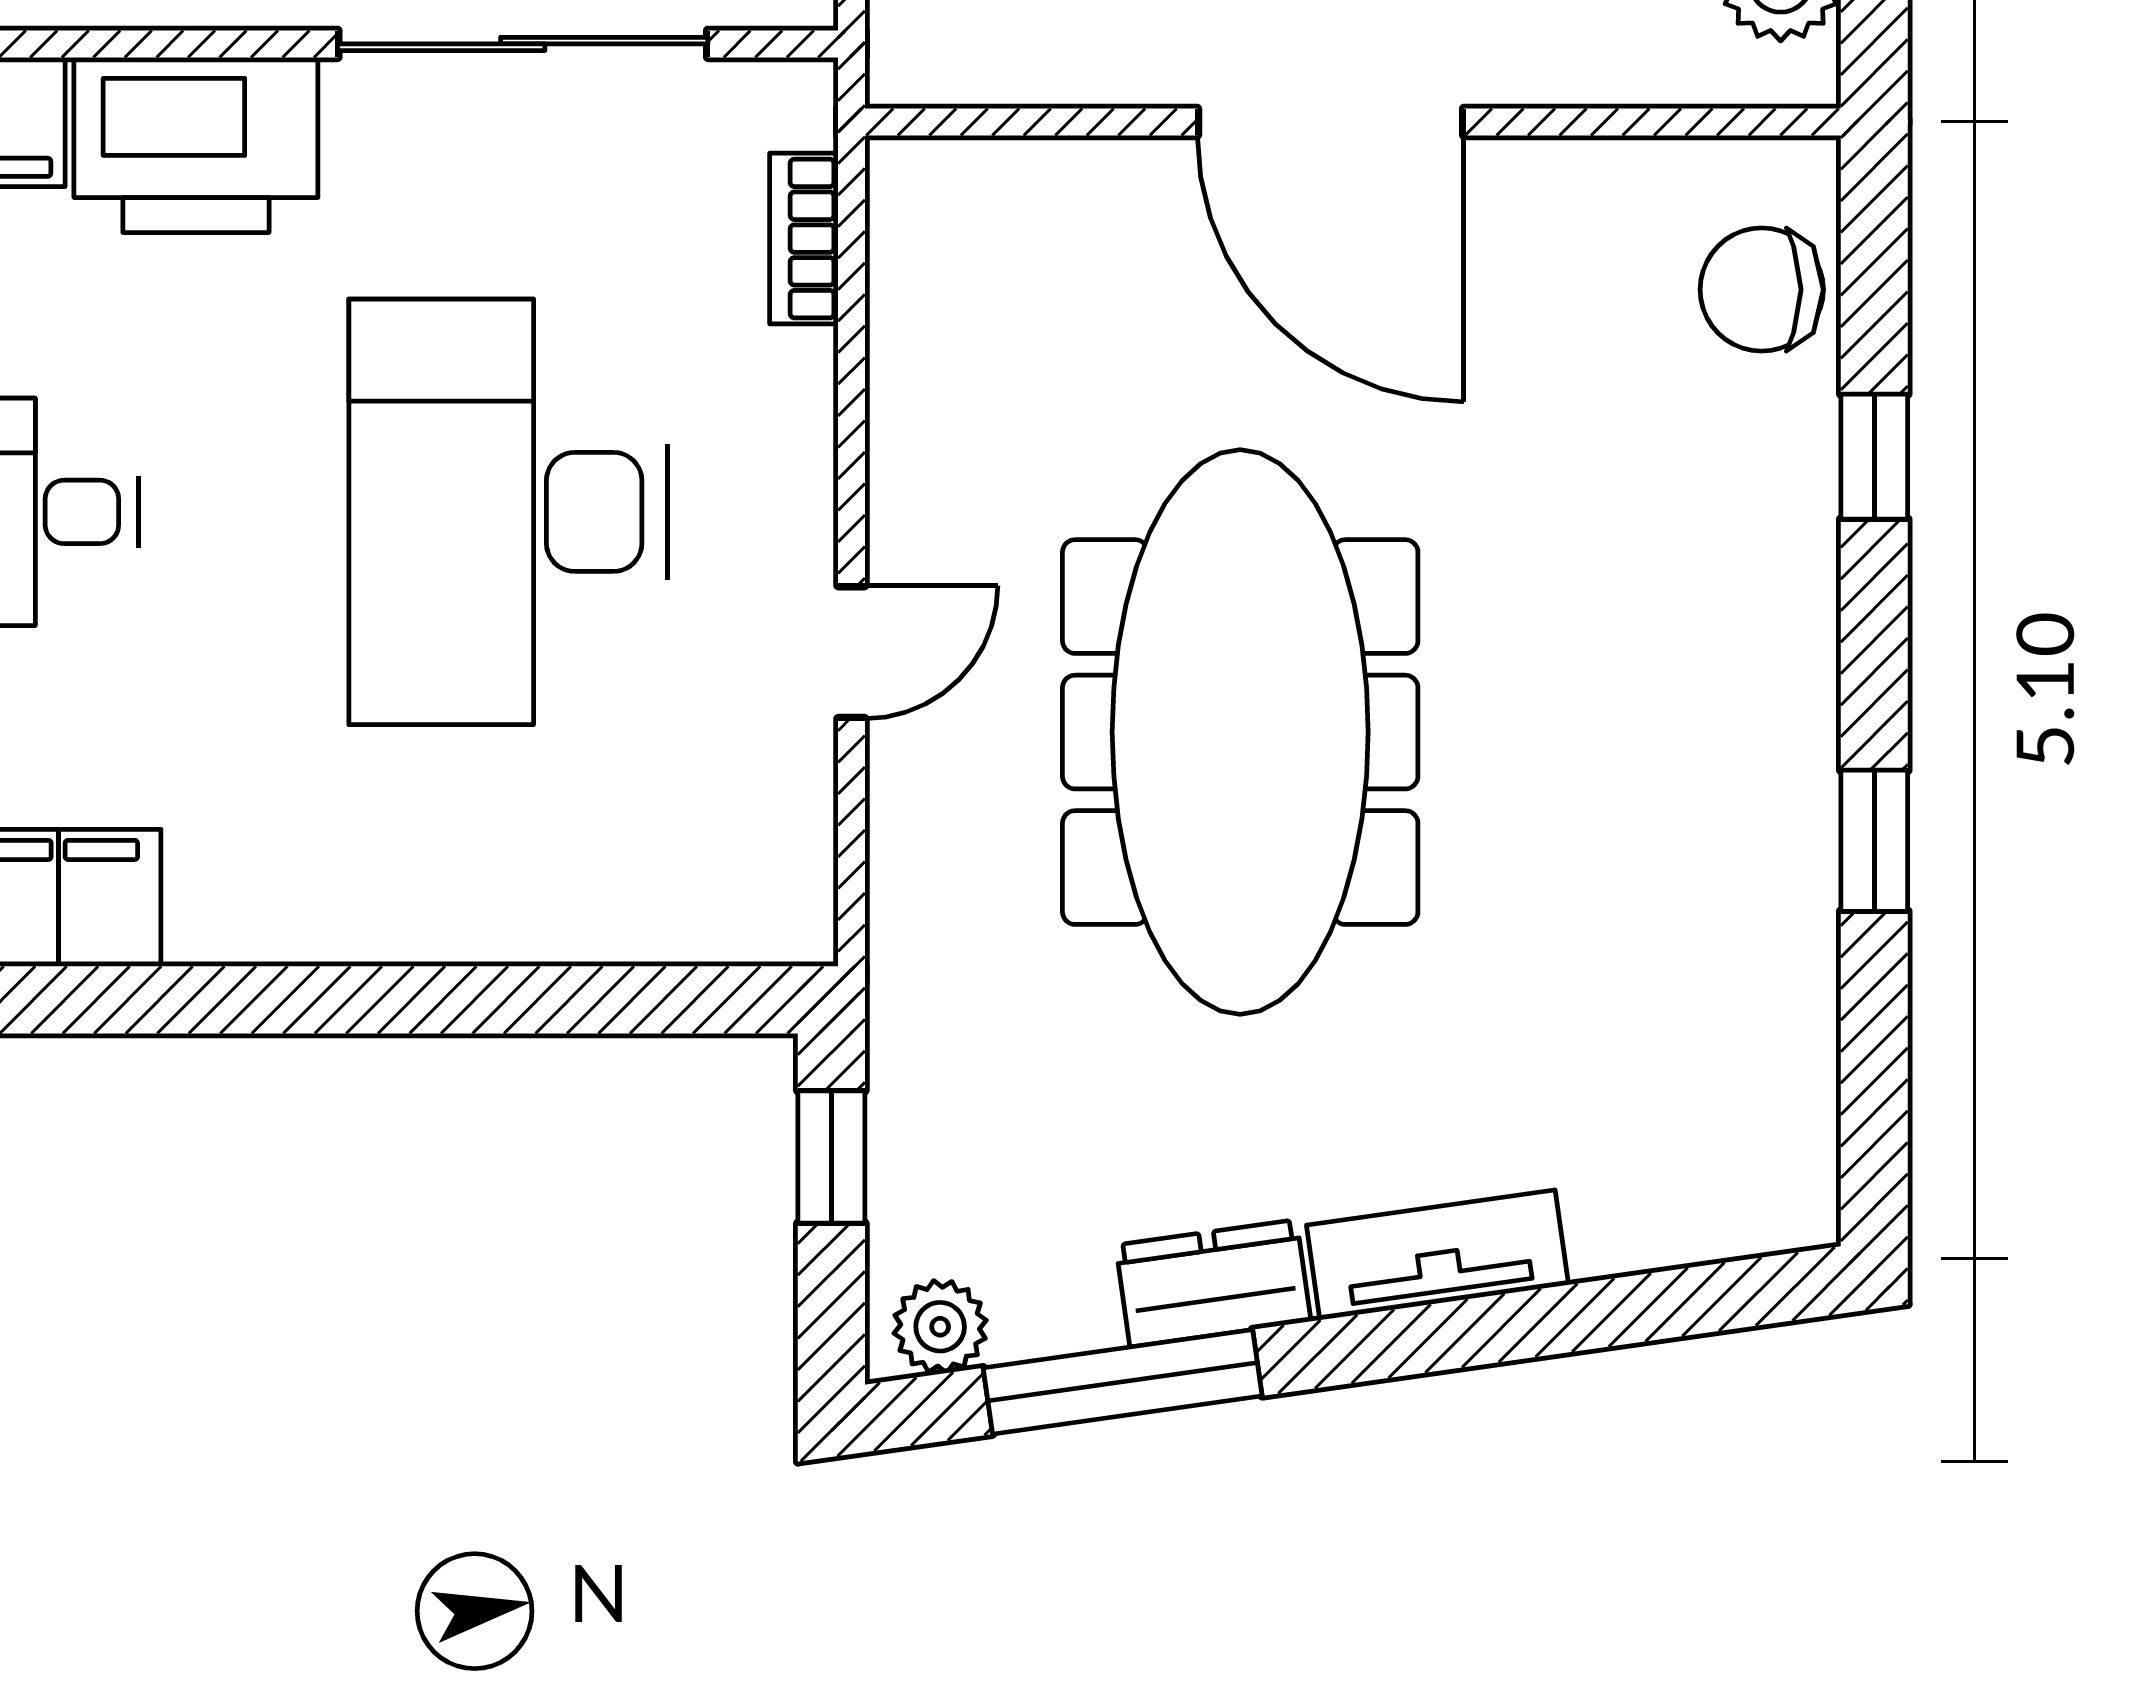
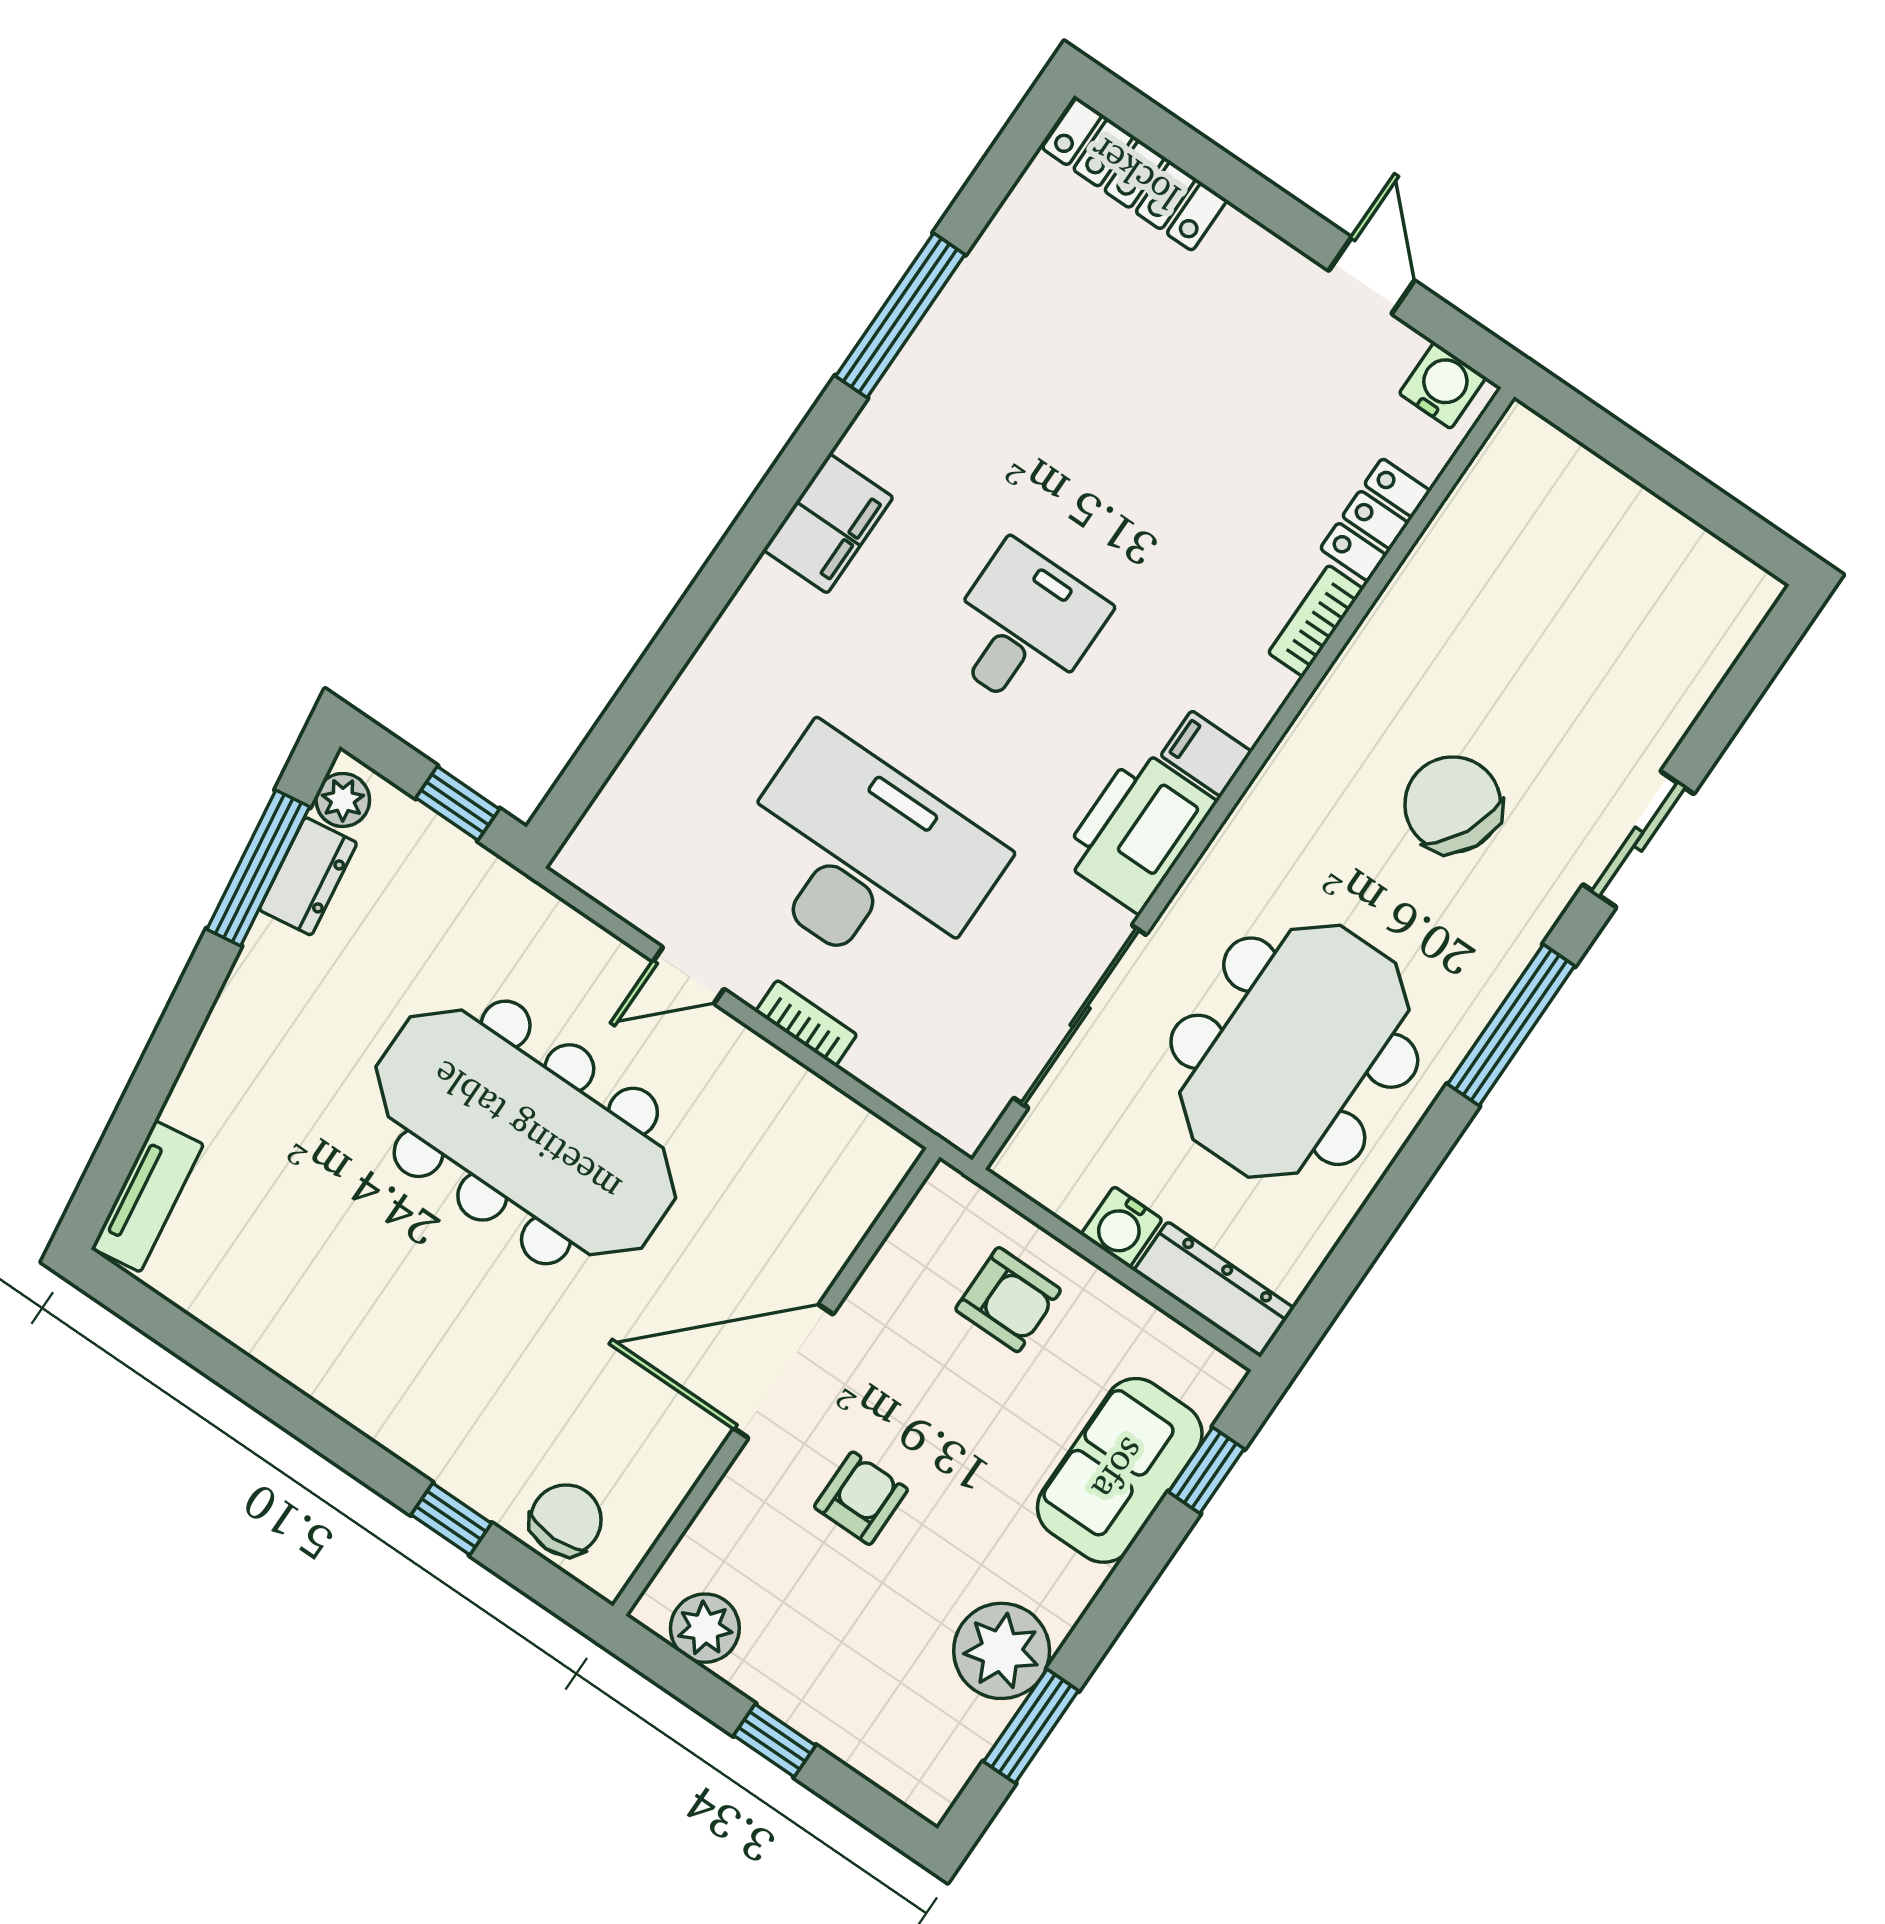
bookcase: (804, 239) -> (806, 1023), moved
door: (851, 652) -> (688, 975), hinge flipped
window: (1874, 841) -> (271, 1395), removed
tv unit: (1437, 1255) -> (147, 1196), moved
dresser: (1213, 1283) -> (308, 876), moved

